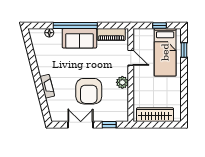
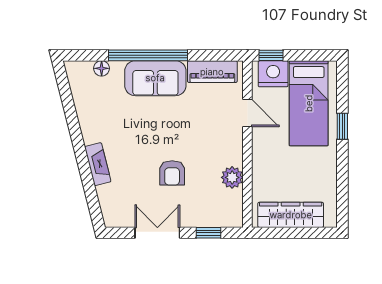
window: (160, 25) -> (271, 55), moved
nightstand: (145, 36) -> (273, 74), added
window: (184, 50) -> (342, 126), moved
plant: (122, 82) -> (232, 177), moved
armchair: (89, 91) -> (172, 173), width x0.53, depth x0.53

